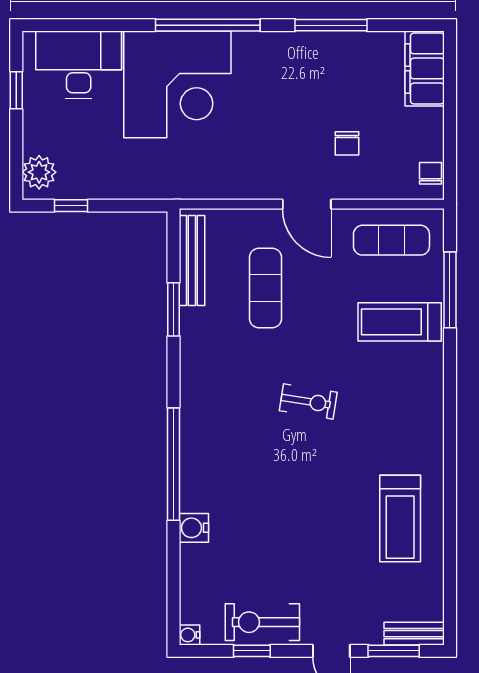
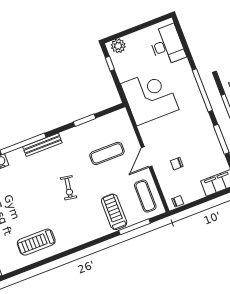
corner desk: (177, 84) -> (150, 97), moved, turned 180
window: (16, 90) -> (147, 24), removed
bench: (192, 261) -> (42, 145), moved

